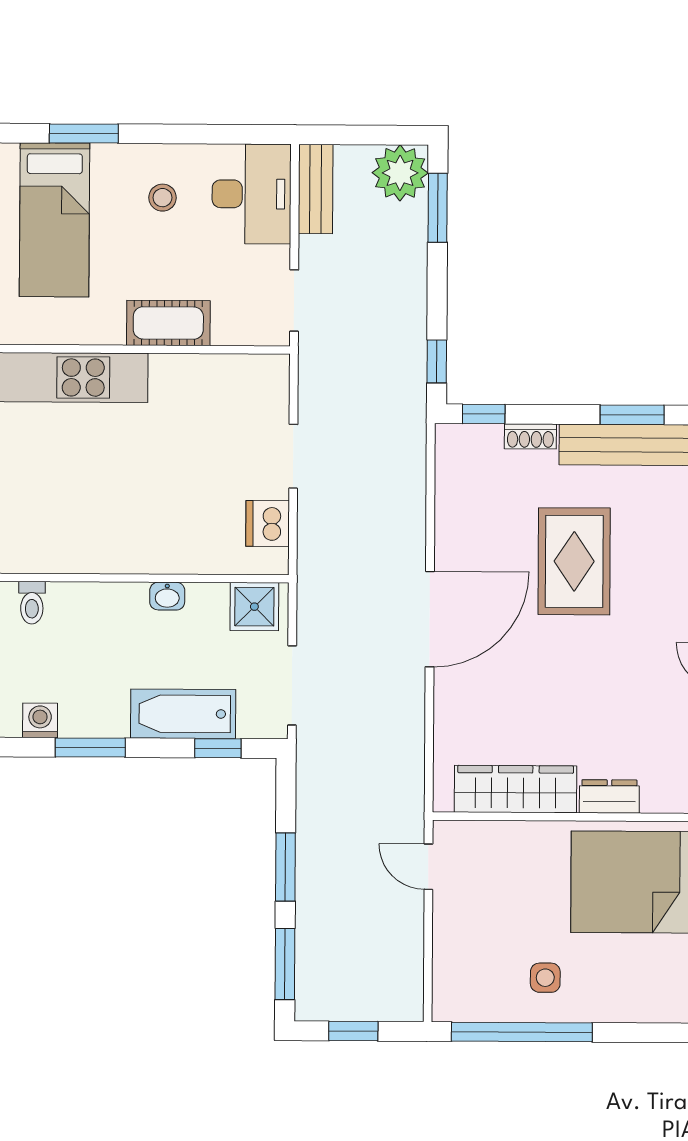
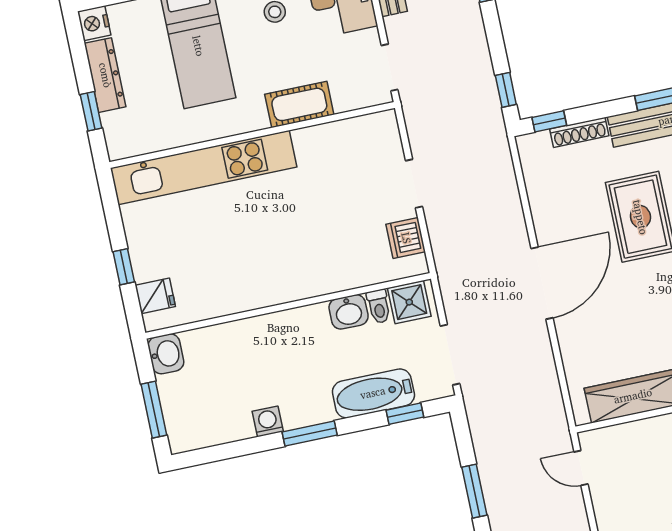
shoe rack: (530, 436) -> (579, 132), width x1.43
washbasin: (167, 596) -> (349, 312), width x1.38, depth x1.45
toilet: (32, 603) -> (379, 306), moved

